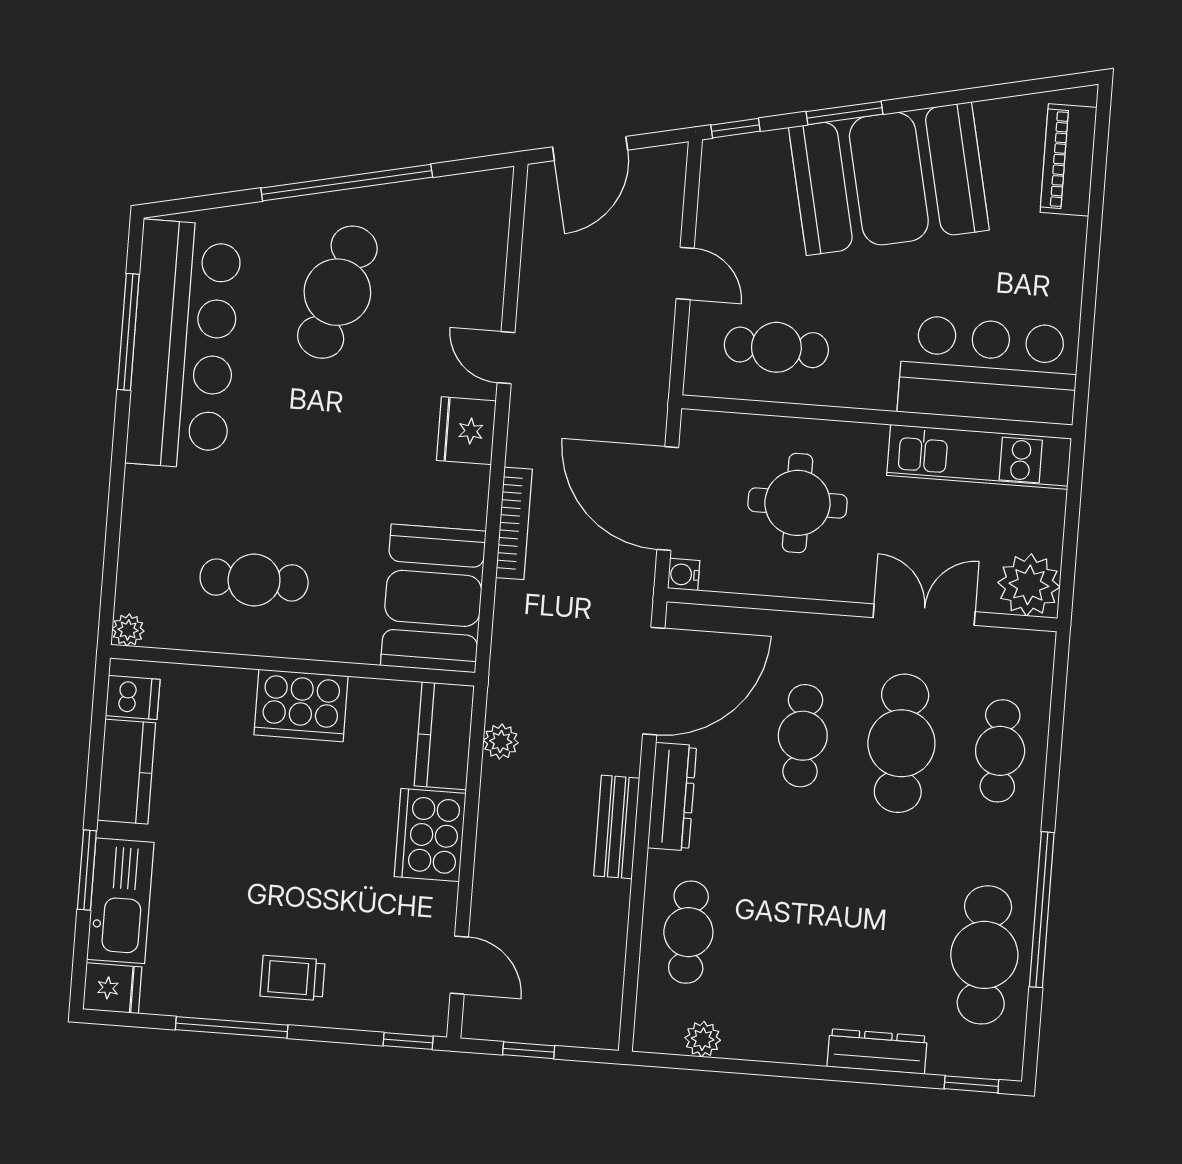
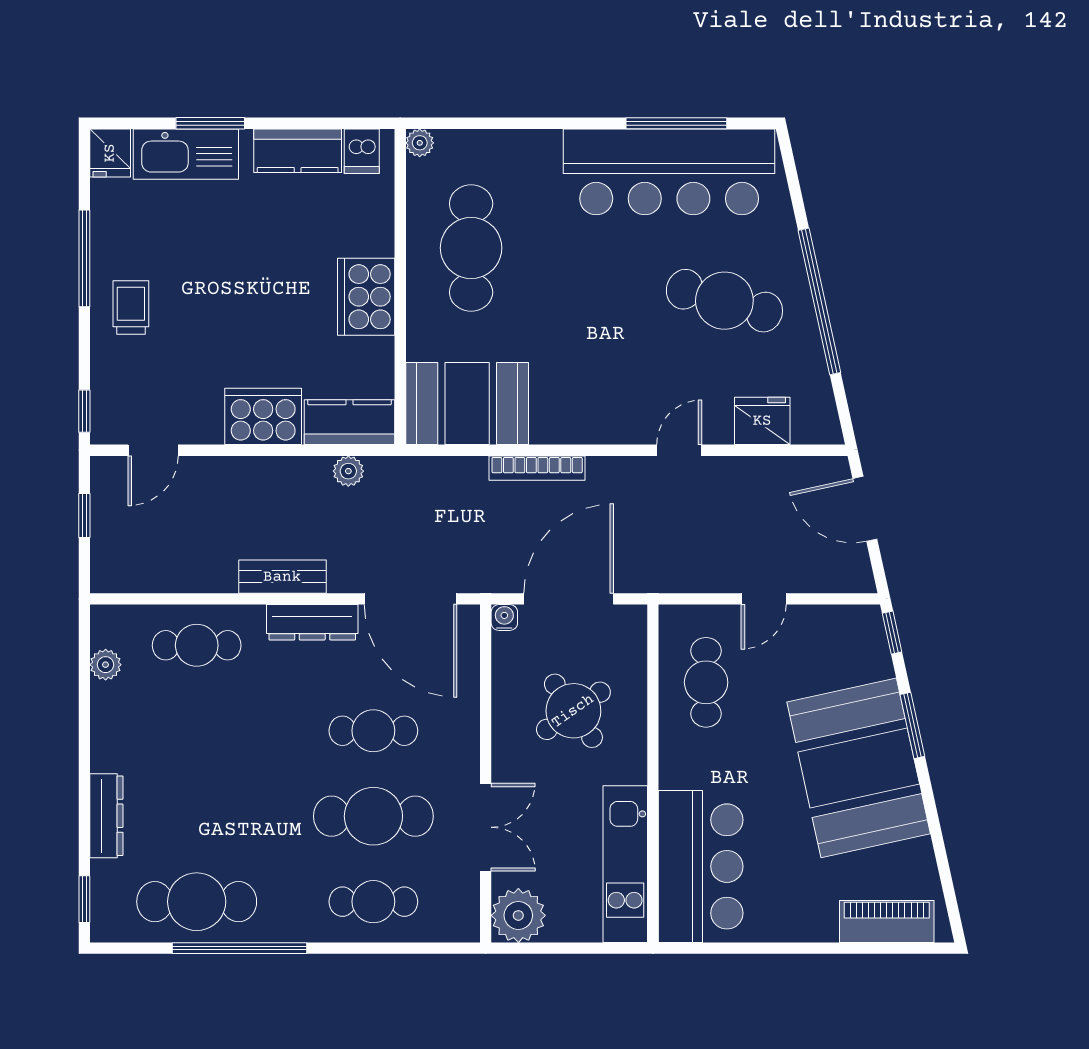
fridge: (466, 431) -> (762, 421), moved
round table: (797, 503) -> (573, 711), turned -35
cafe table: (254, 580) -> (471, 248), width x1.37, depth x1.35

